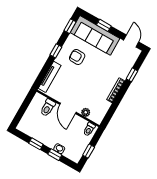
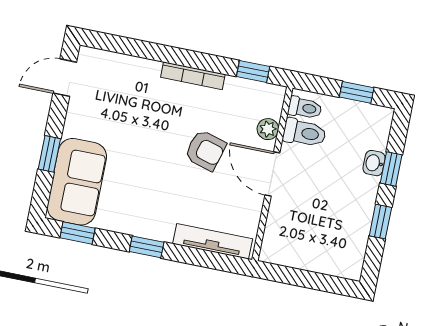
sofa: (95, 35) -> (77, 182), width x0.73
armchair: (77, 57) -> (205, 150), moved, turned -74
window: (132, 75) -> (253, 71), moved
toilet: (48, 108) -> (304, 133), moved
door: (68, 108) -> (272, 174), swing flipped

